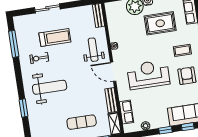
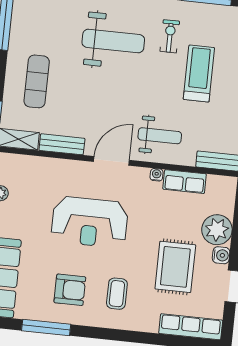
treadmill: (55, 38) -> (199, 74), turned 180
reception desk: (148, 75) -> (90, 222), turned 90
weight bench: (50, 87) -> (113, 41), turned -90
row of seats: (126, 112) -> (185, 182), moved

